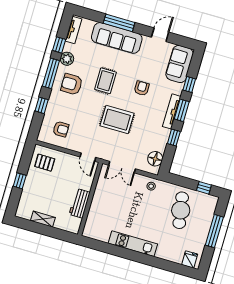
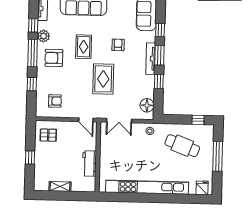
rug: (117, 120) -> (103, 79), turned 90
cafe table: (181, 210) -> (182, 146), turned -59
kitchen unit: (133, 244) -> (147, 187), width x1.86

